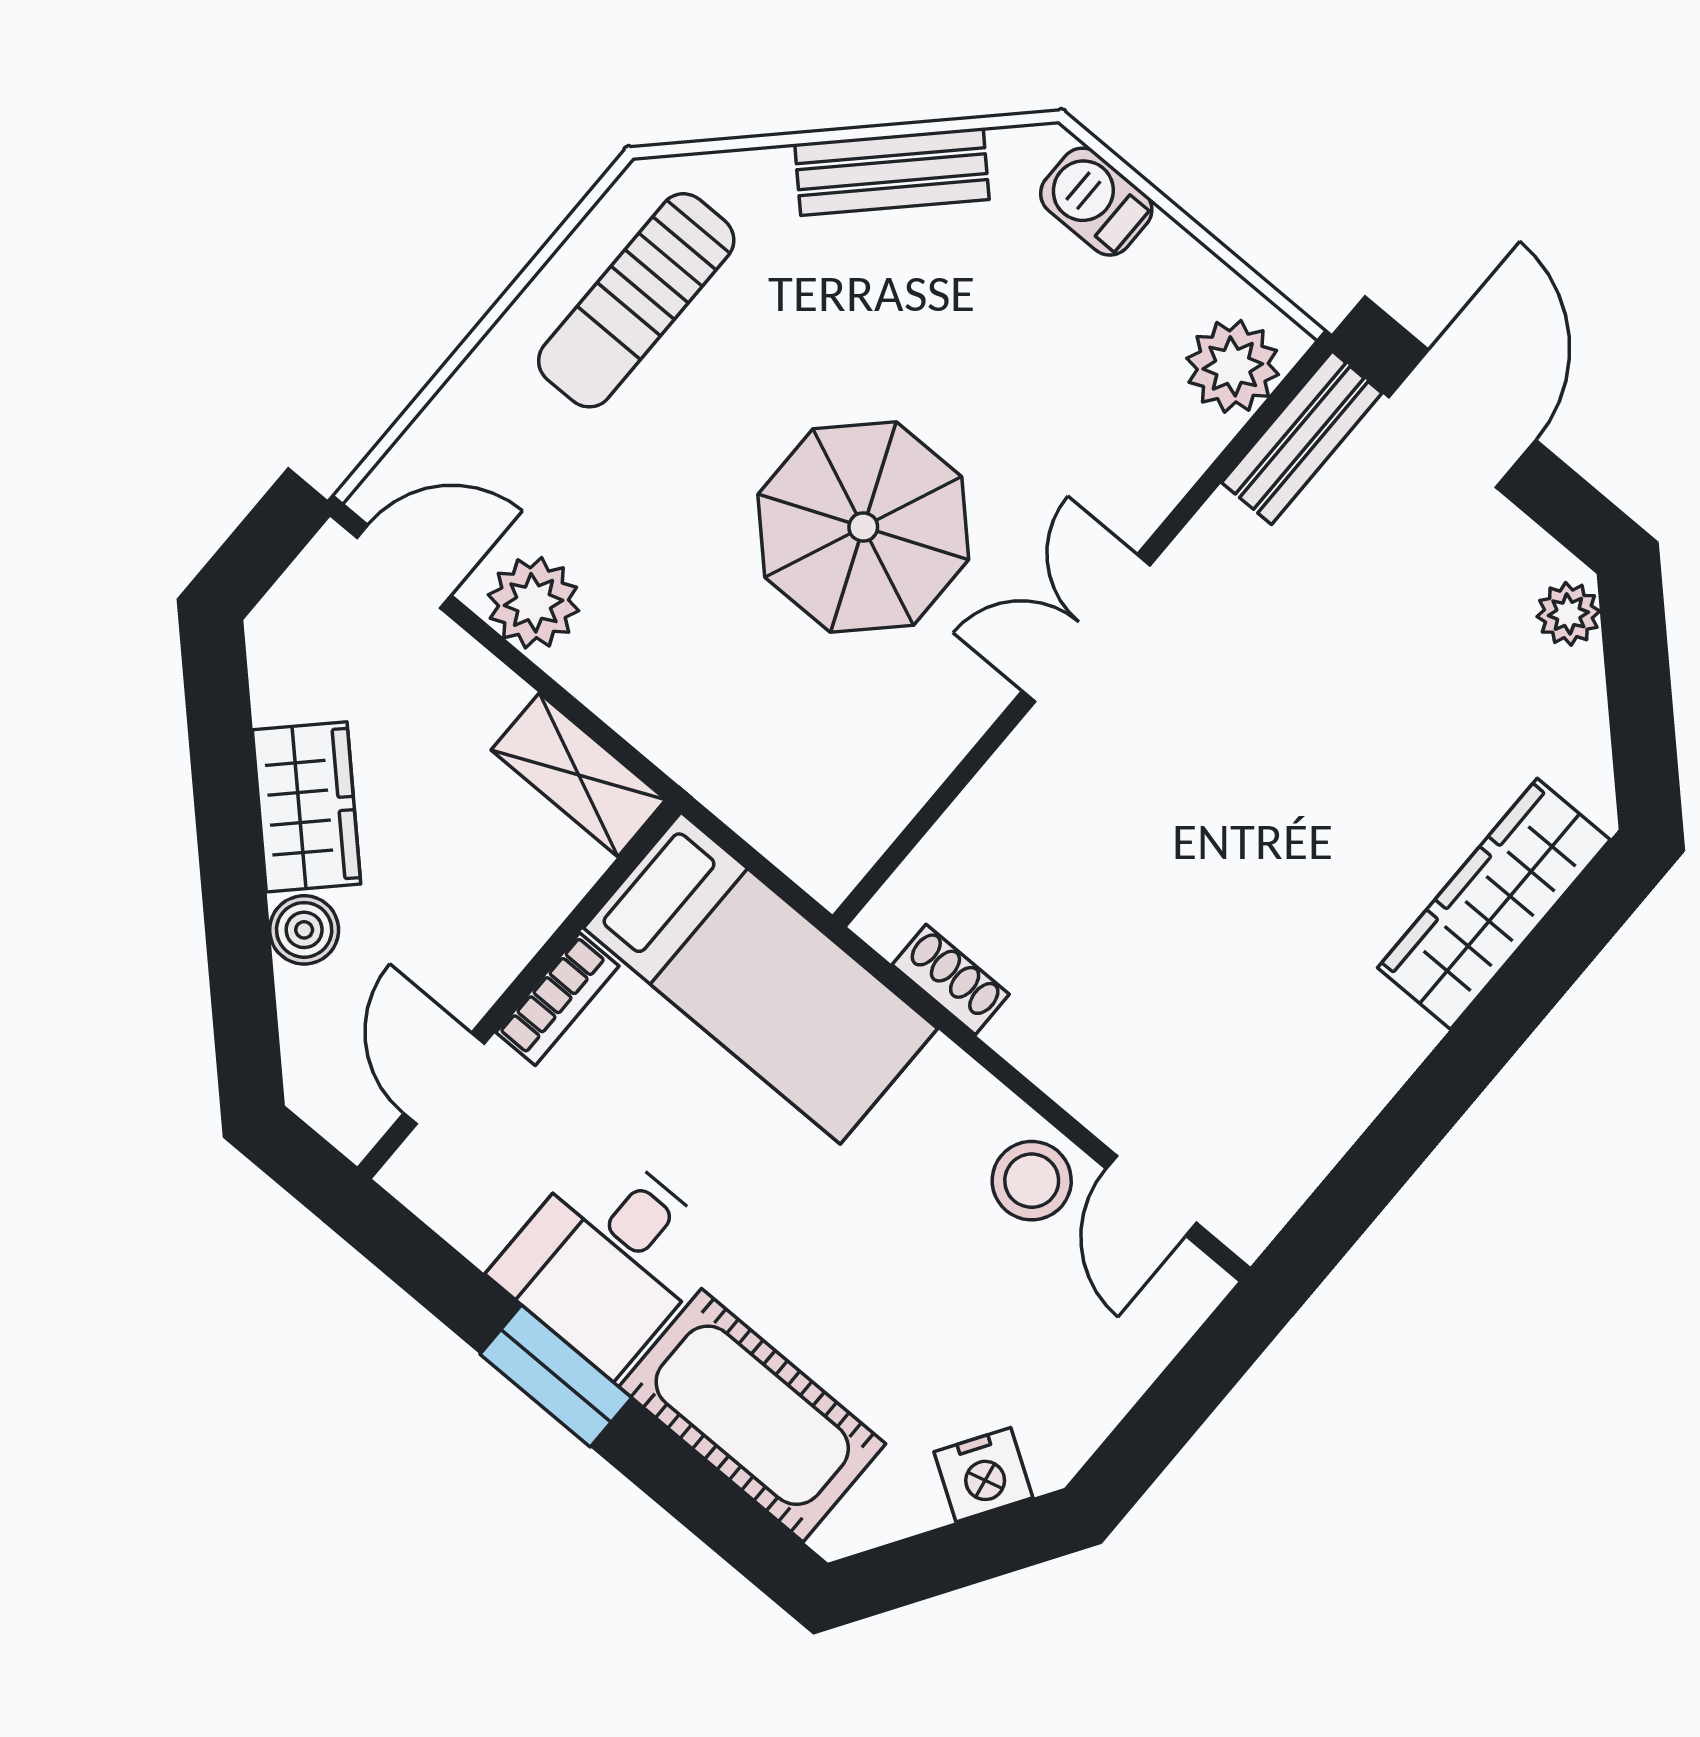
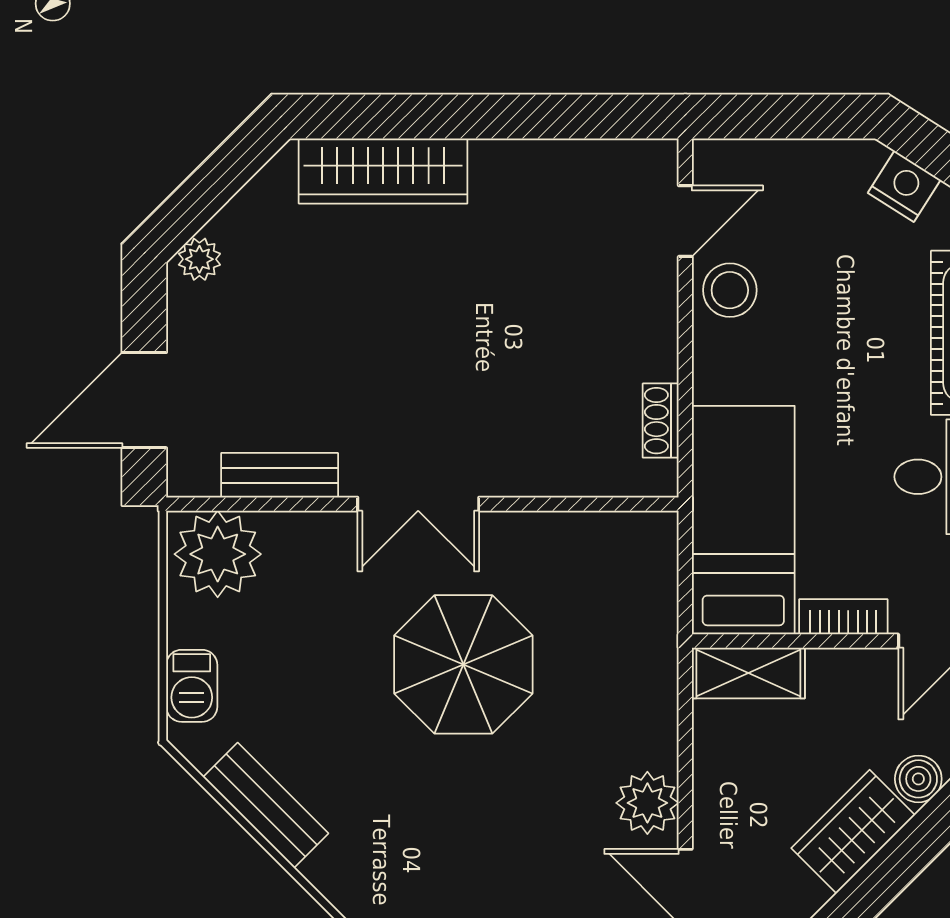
sun lounger: (636, 300) -> (445, 882), removed
plant: (1233, 366) -> (218, 554), width x1.36, depth x1.36
bench: (1302, 438) -> (280, 475), moved
shelving: (578, 775) -> (748, 673), moved, turned 90

